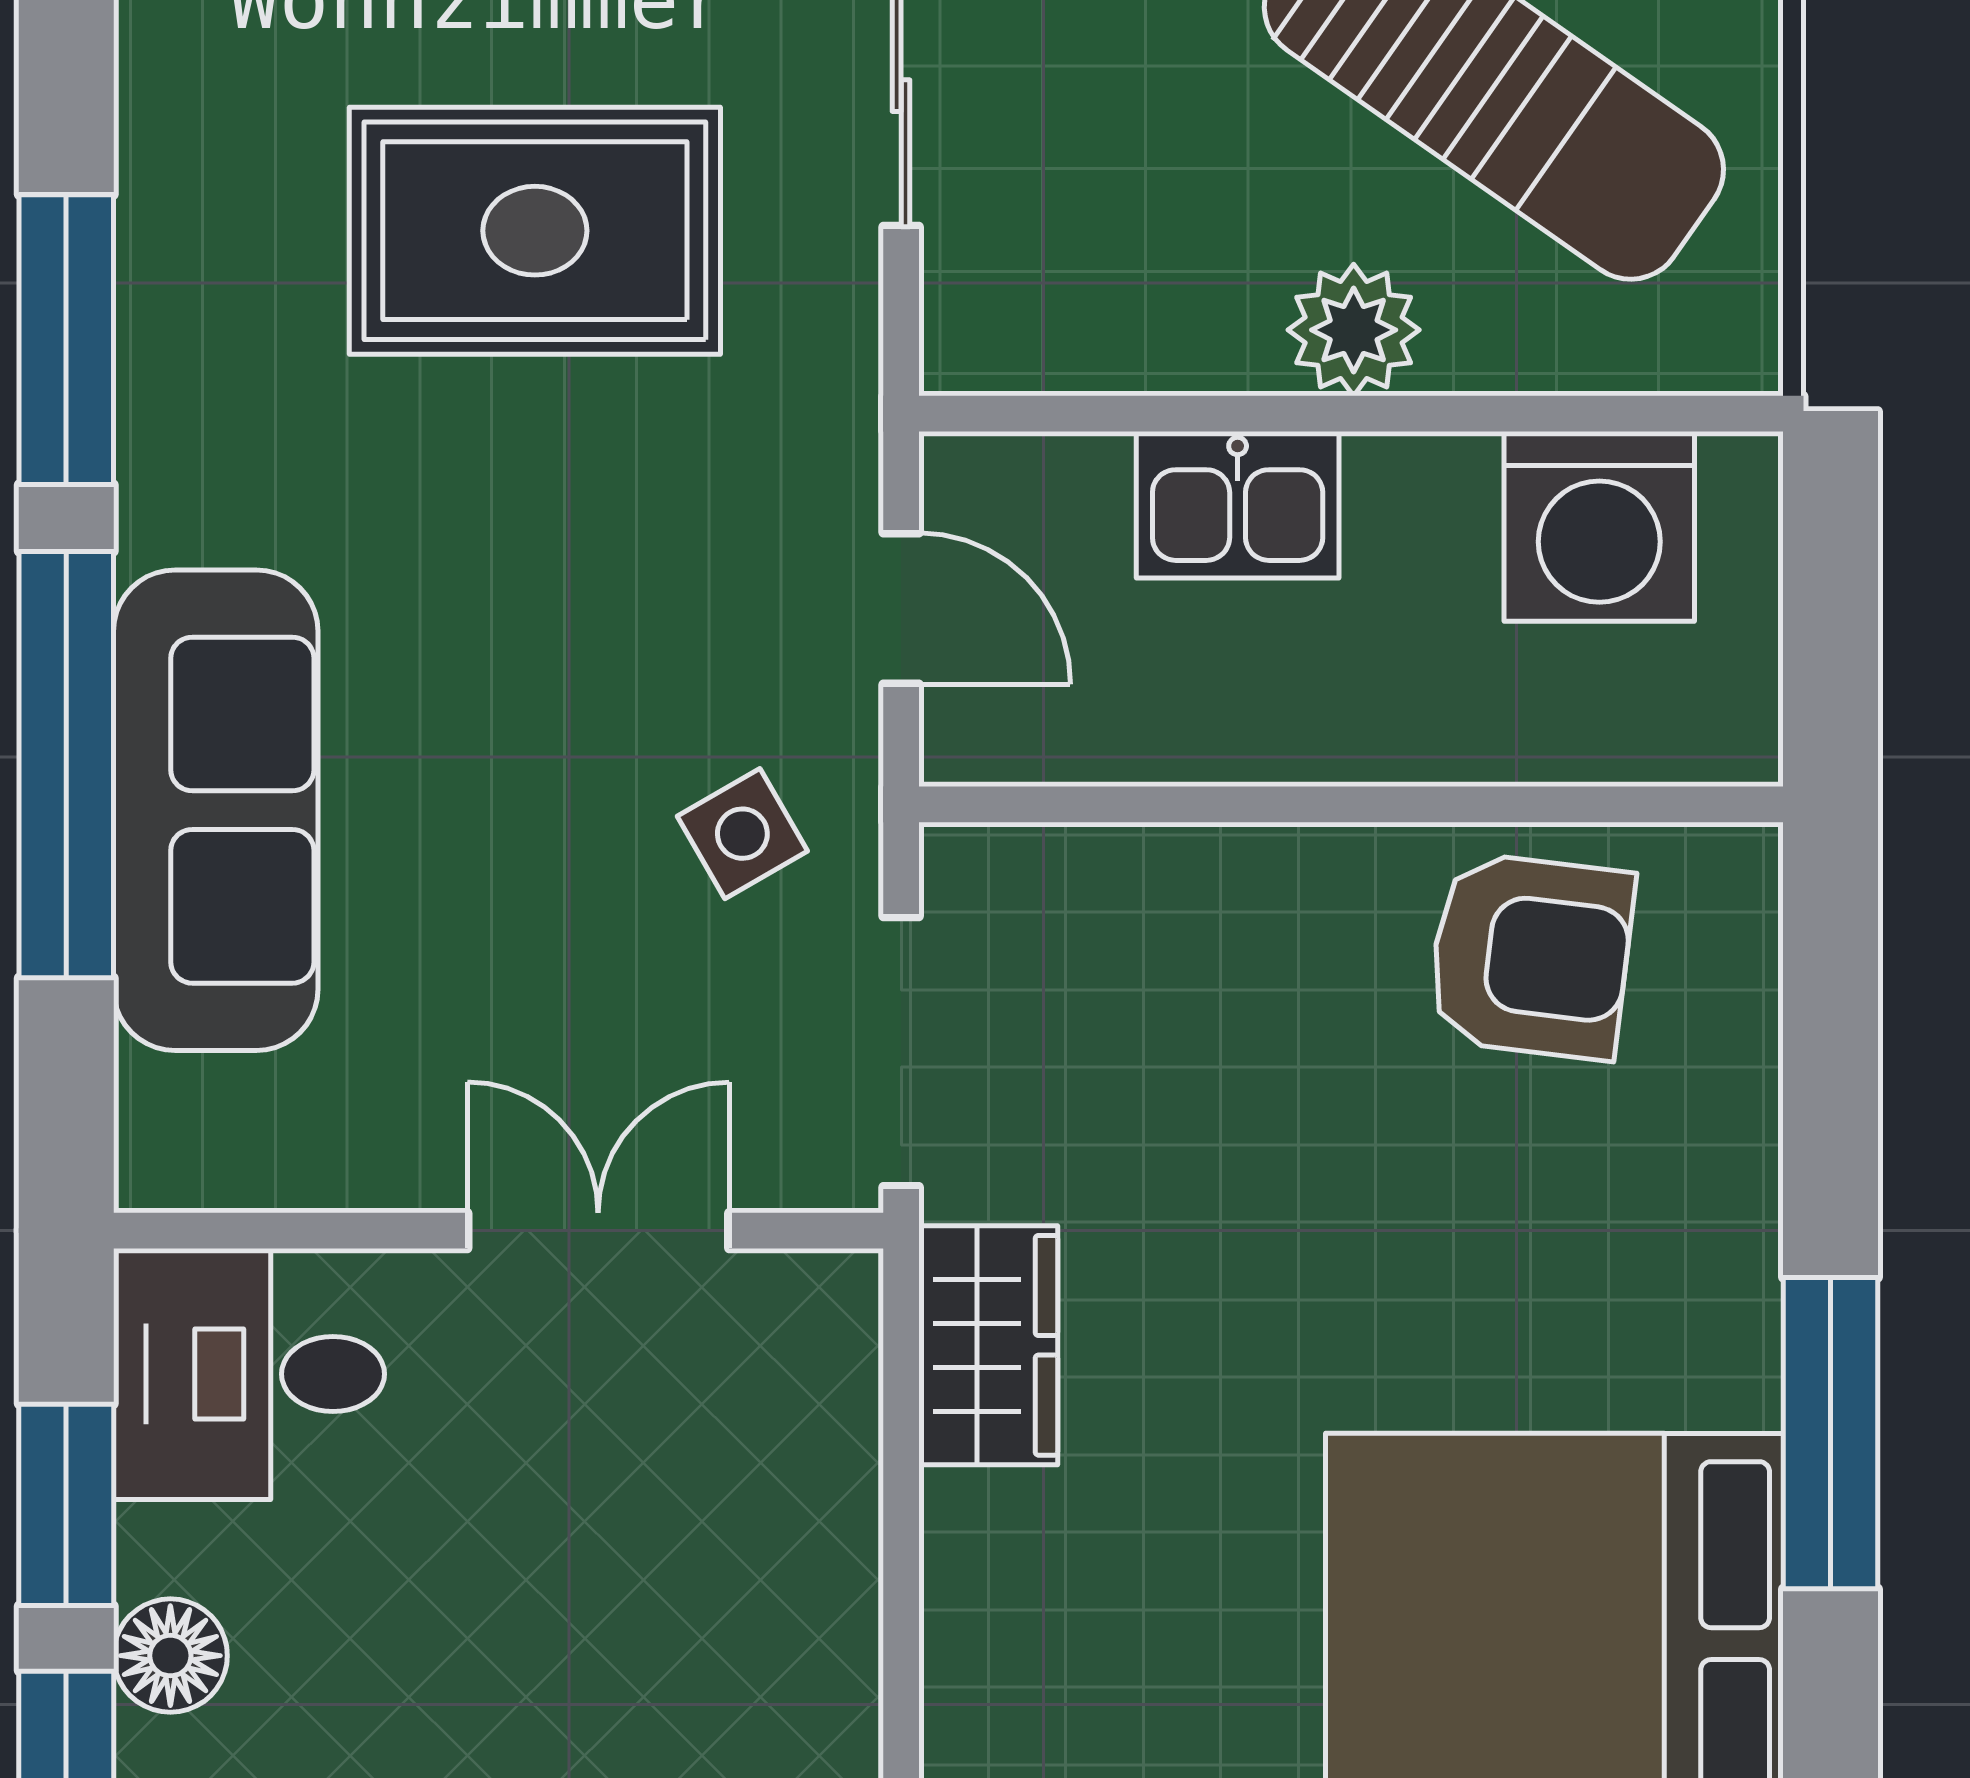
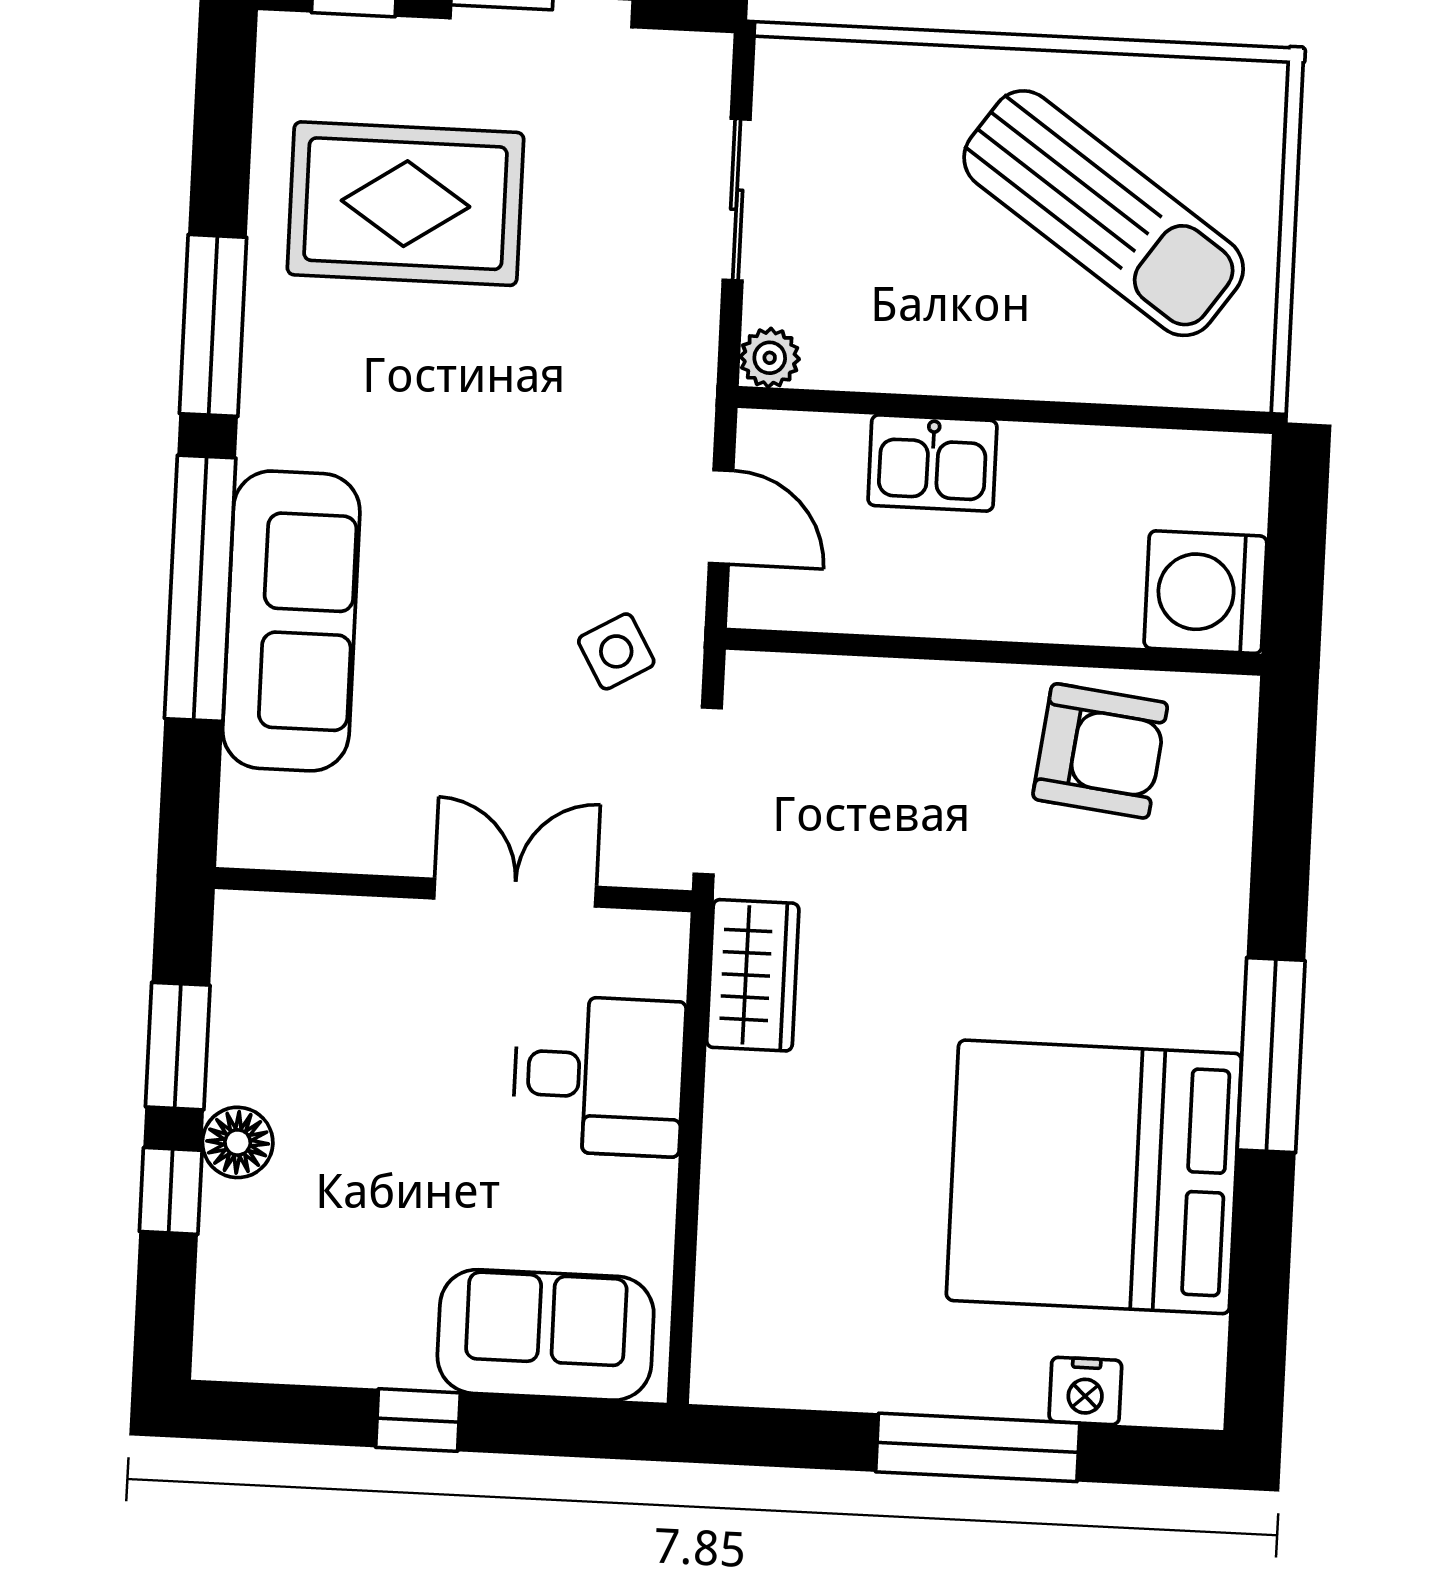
rug: (535, 231) -> (406, 204), moved
plant: (1354, 330) -> (770, 358), moved, width x0.73, depth x0.73
washing machine: (1599, 526) -> (1205, 592), moved, turned 90
desk: (249, 1374) -> (599, 1076), moved, turned 180

